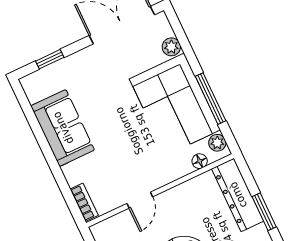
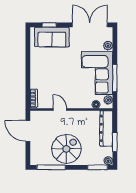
sofa: (63, 128) -> (52, 37), moved, turned 90
door: (140, 200) -> (60, 109), swing flipped

